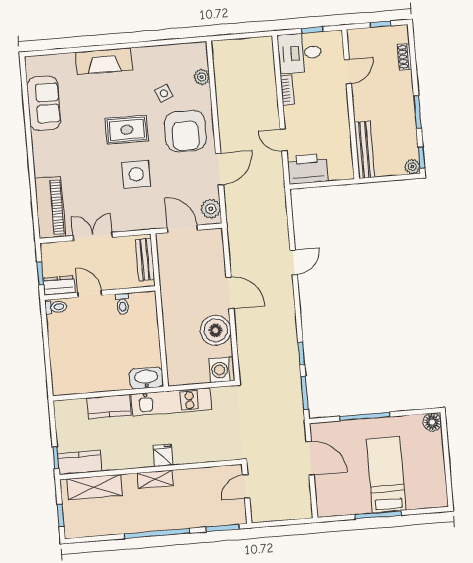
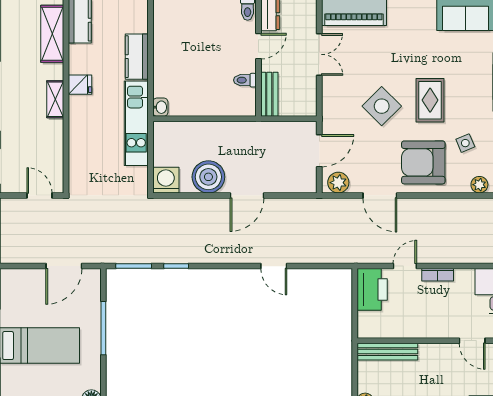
bookcase: (287, 90) -> (438, 275), moved
side table: (136, 174) -> (382, 106), turned 45
bench: (145, 260) -> (269, 94), moved, turned 90
washbasin: (146, 378) -> (160, 107), width x0.52, depth x0.69
fridge: (163, 455) -> (80, 85), moved

